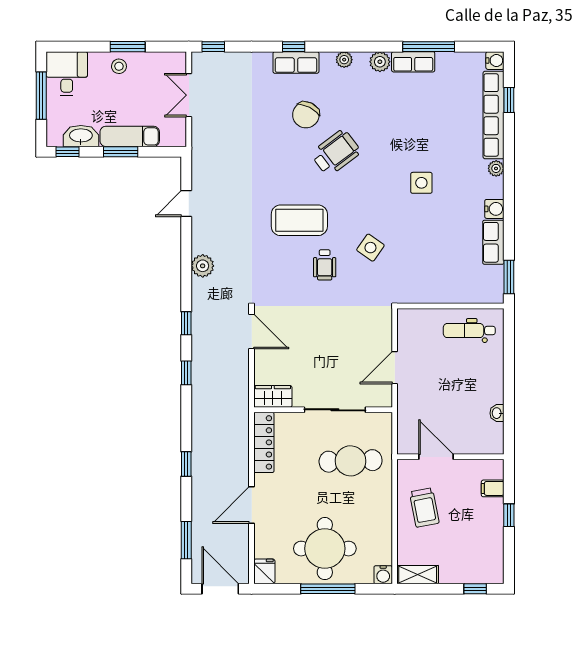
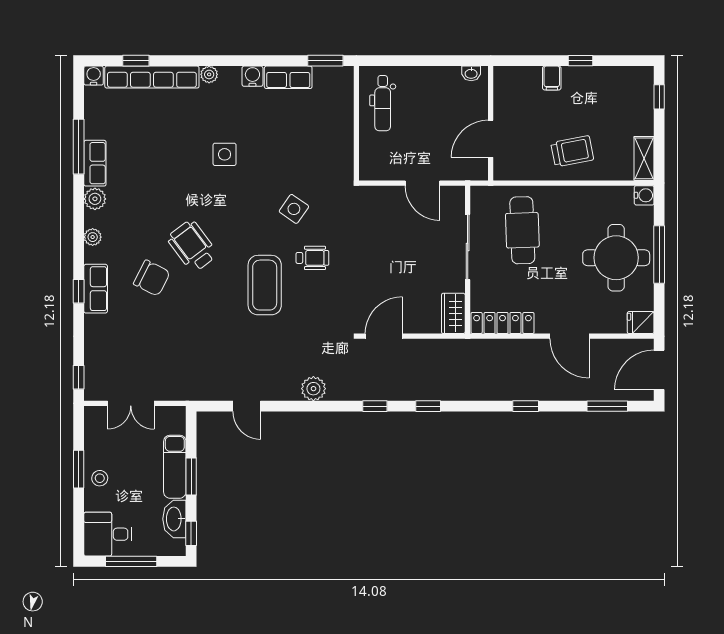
door: (436, 457) -> (491, 139), moved
wall: (450, 457) -> (491, 123), moved

